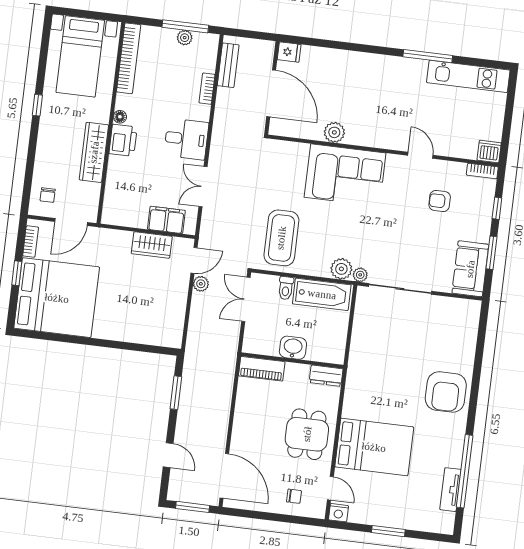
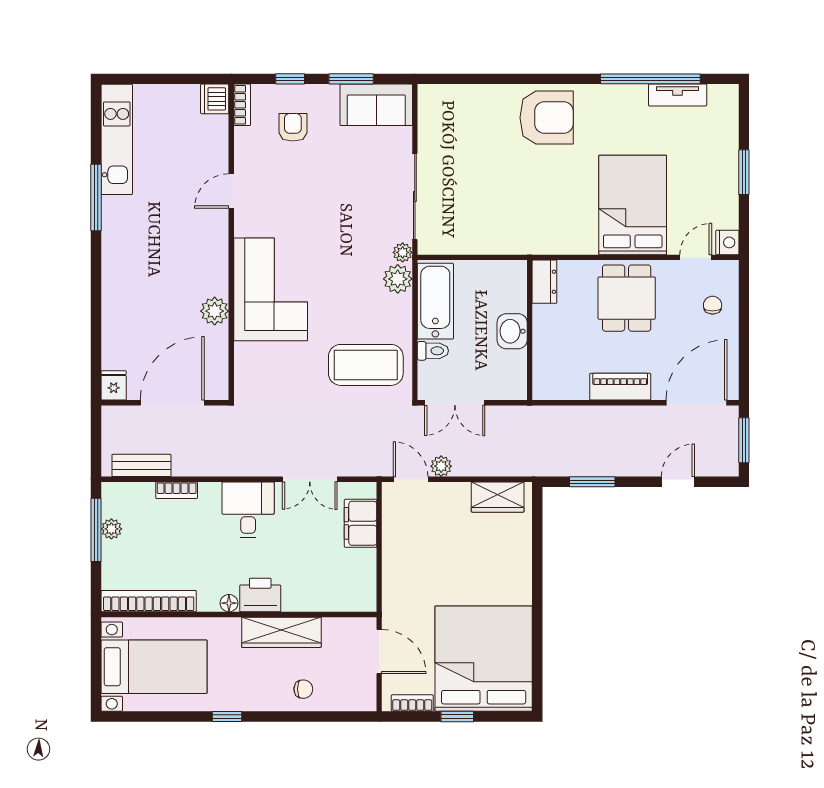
chair: (48, 195) -> (303, 689), moved
armchair: (440, 201) -> (293, 127), moved, turned 180
wardrobe: (152, 245) -> (498, 497), moved, turned 90
piano: (262, 369) -> (620, 387), moved, turned -90
dining table: (307, 434) -> (627, 298), turned 90

